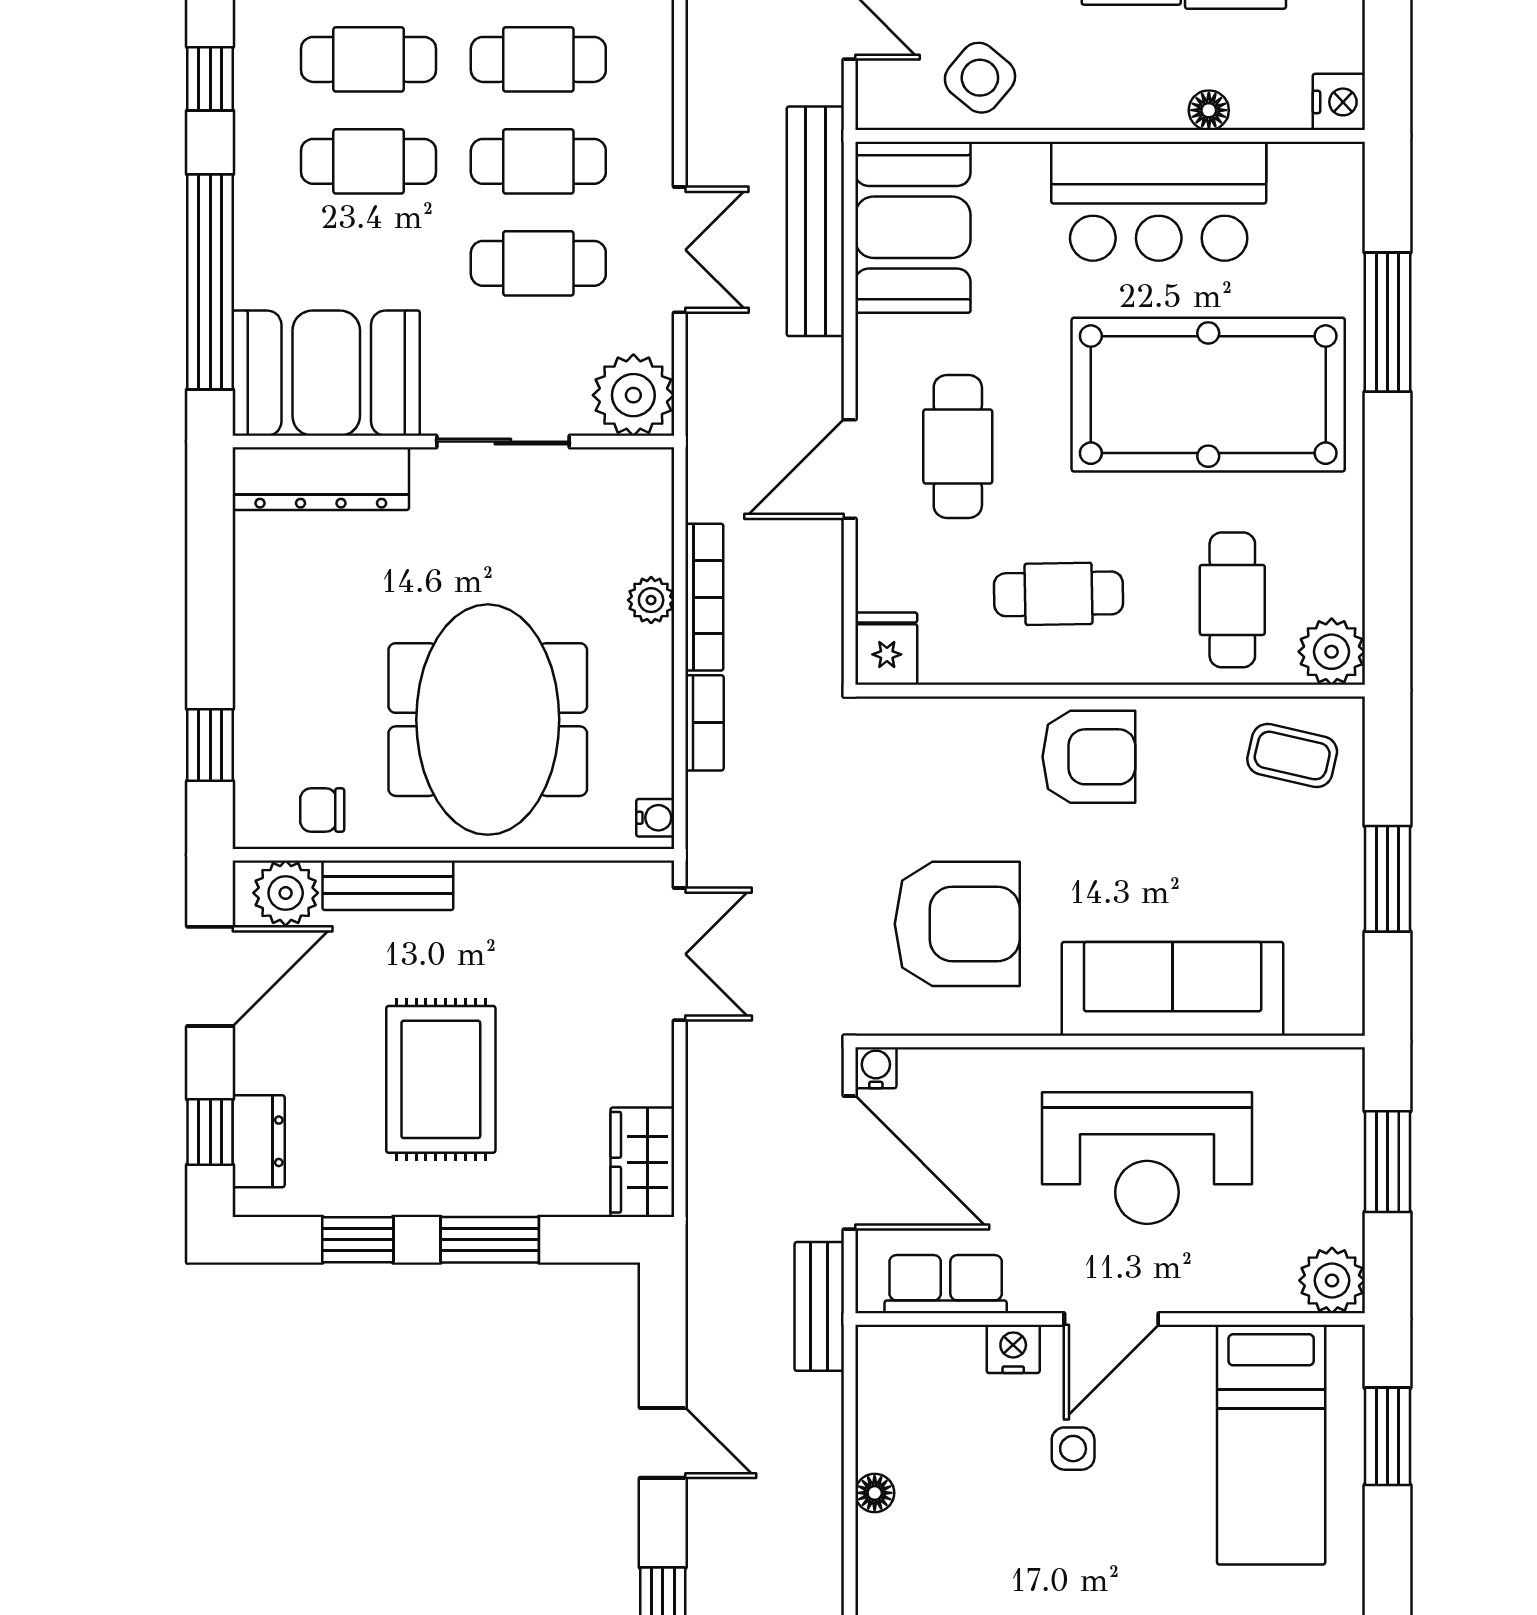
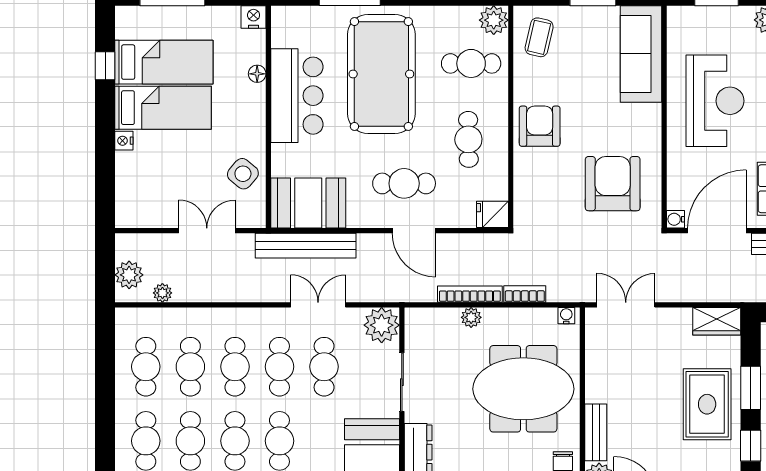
sofa: (1173, 989) -> (641, 54), moved
rug: (441, 1079) -> (707, 404), moved, turned 90

